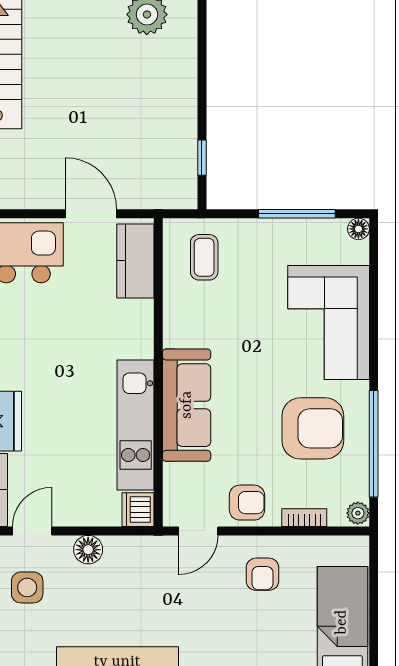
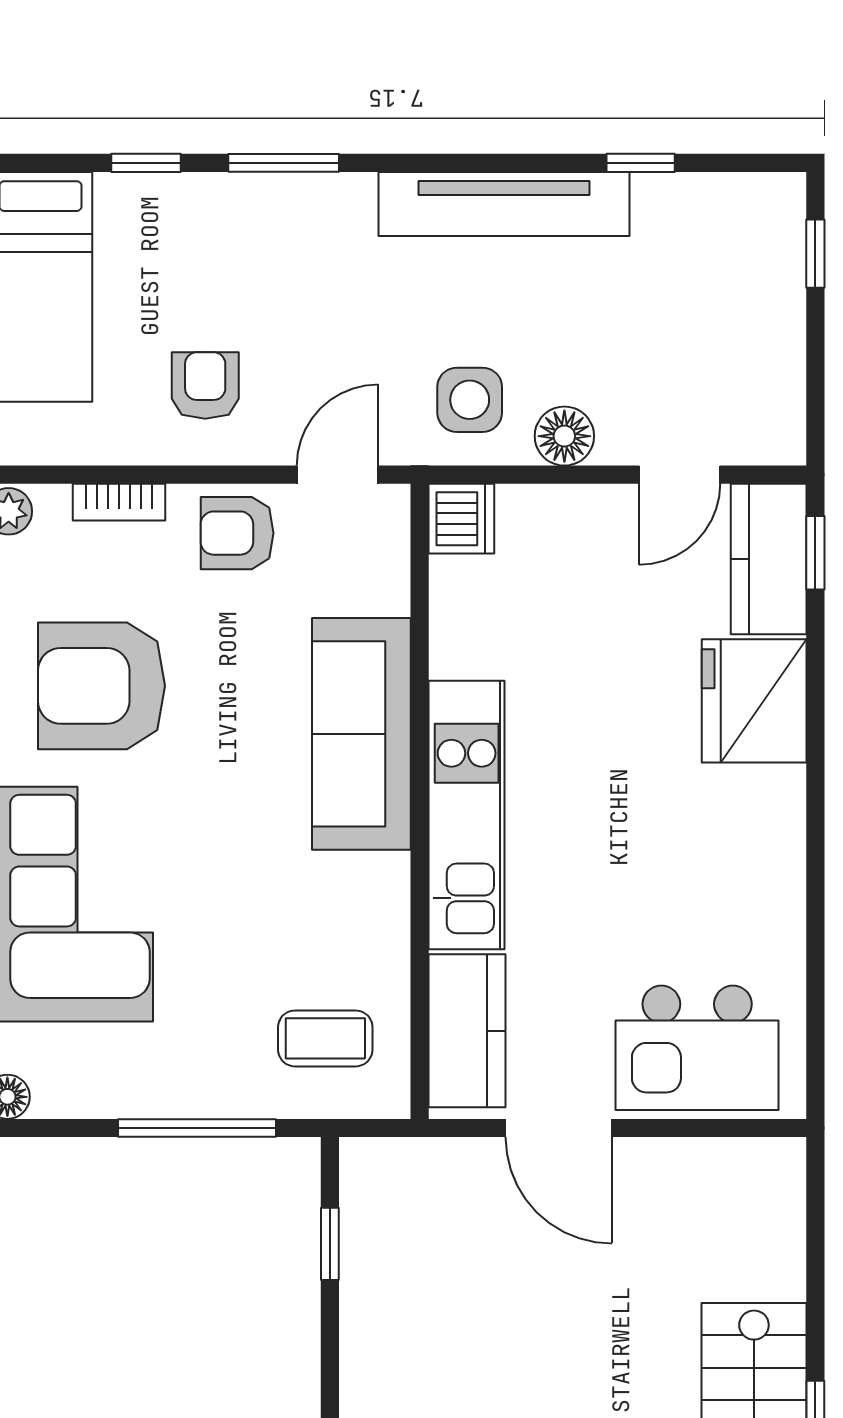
window: (297, 214) -> (197, 1128), moved
coffee table: (204, 257) -> (325, 1038), turned 90
kitchen unit: (136, 425) -> (467, 815), moved
side table: (27, 587) -> (470, 400), moved

